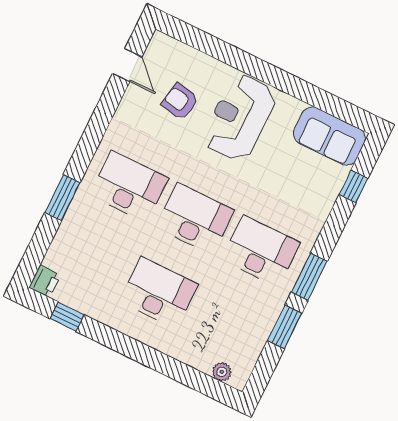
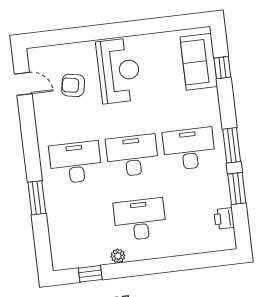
reception desk: (240, 118) -> (119, 71), turned 180
sofa: (329, 136) -> (199, 62), moved, turned 90
printer: (45, 281) -> (224, 218), moved, turned 180
plant: (222, 372) -> (118, 256), moved

